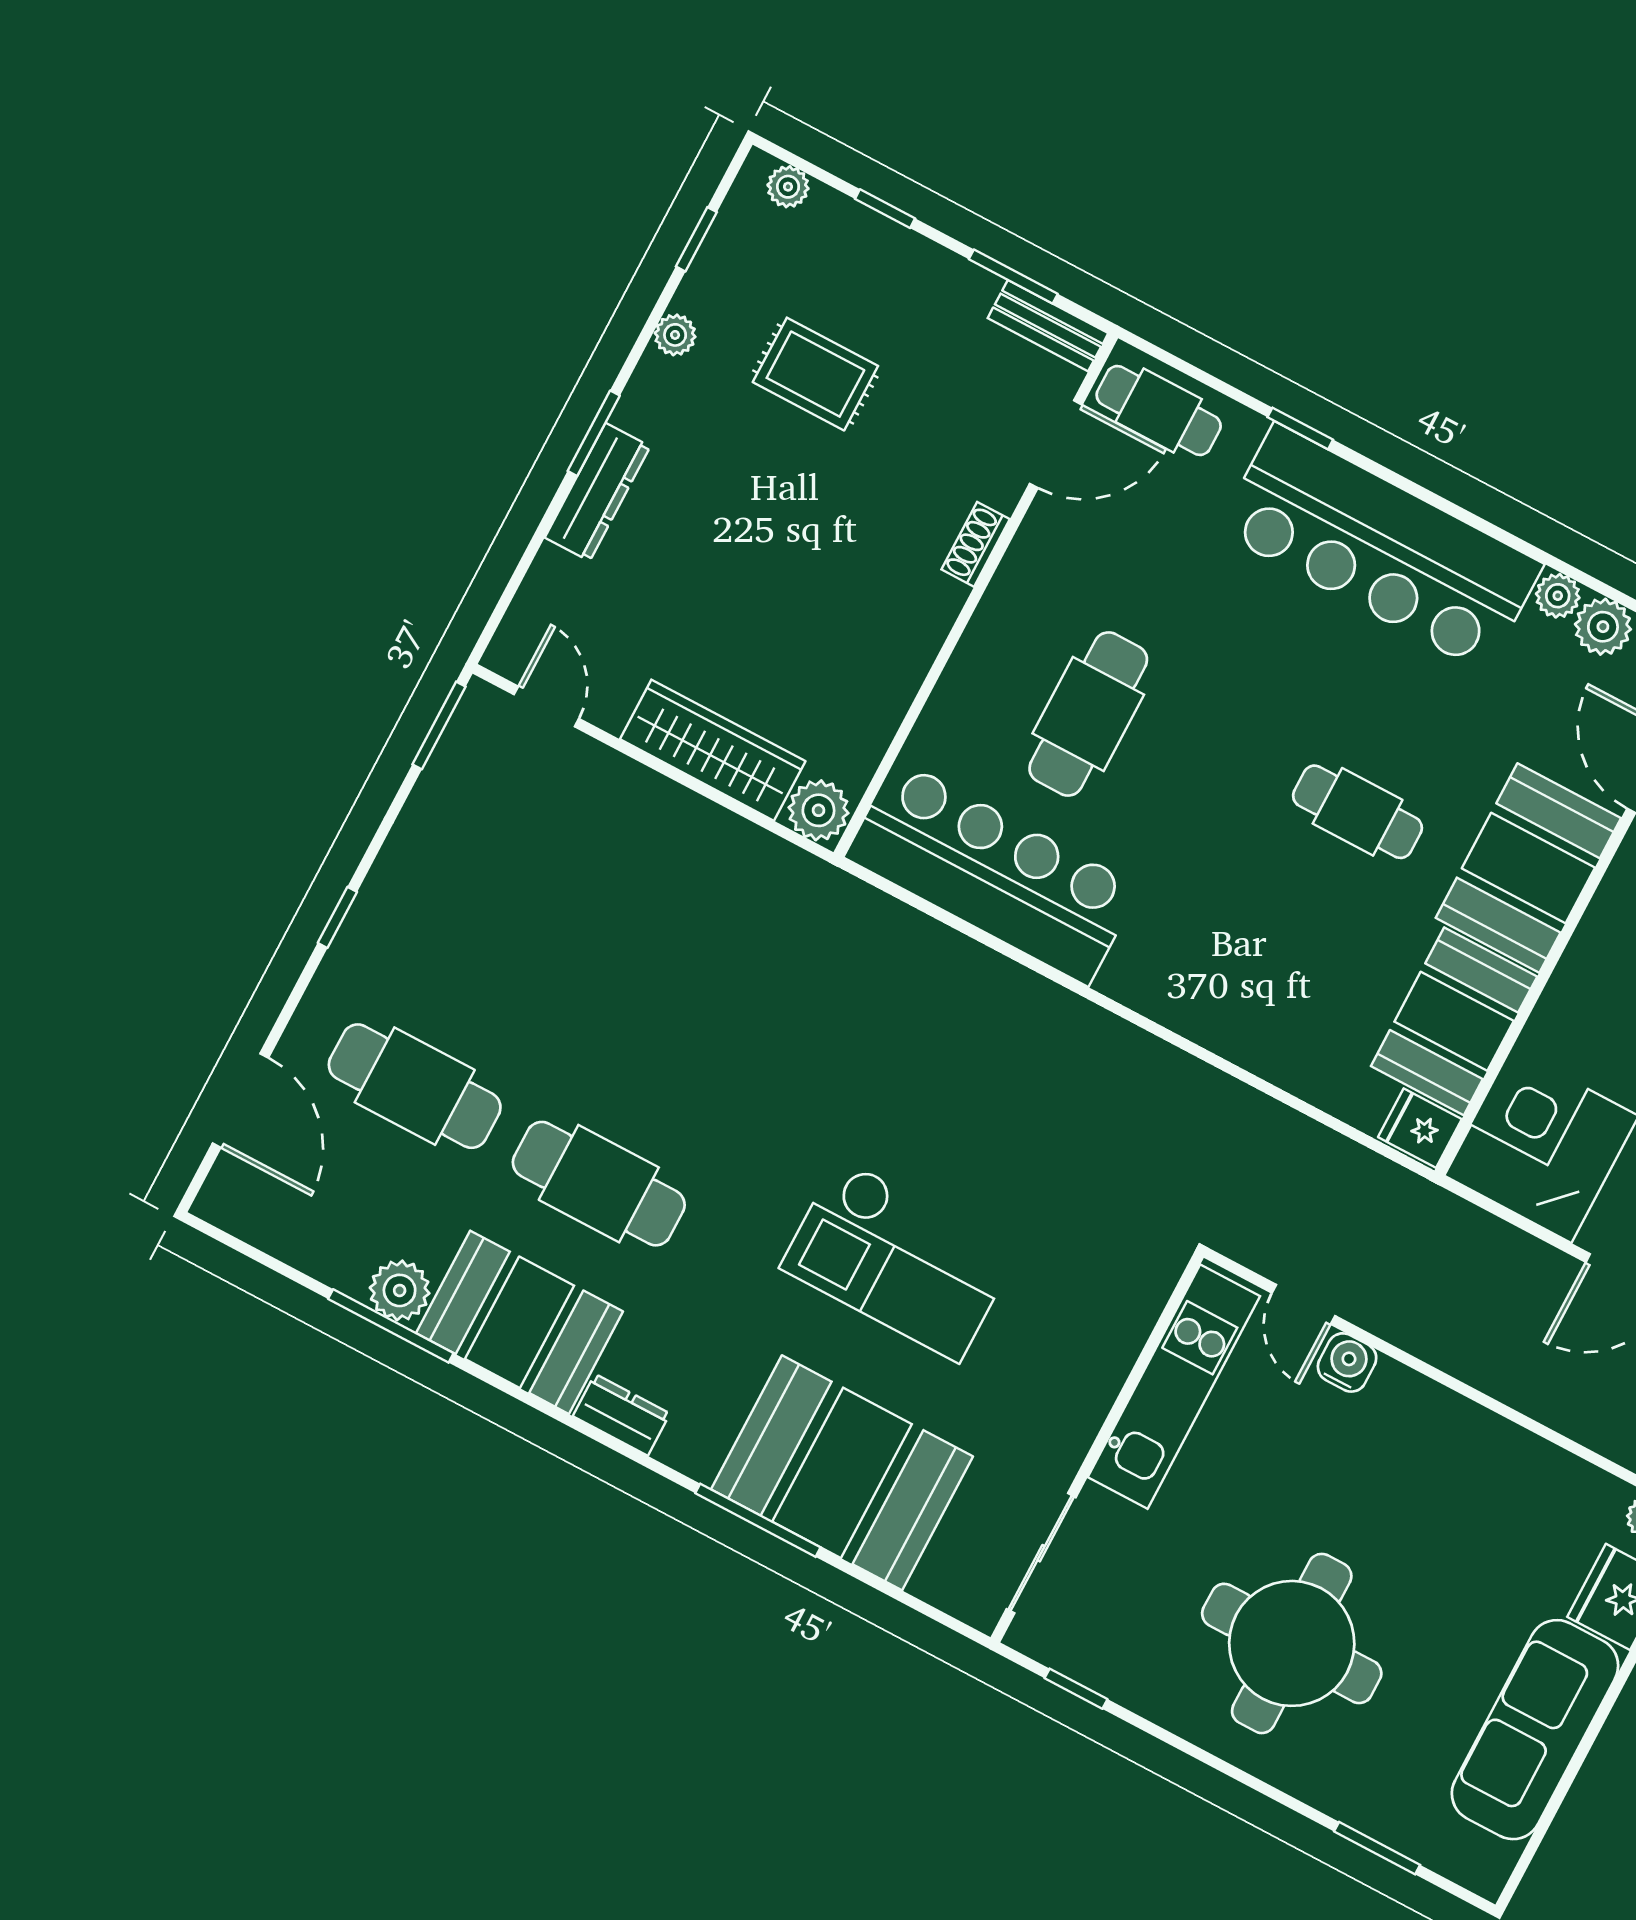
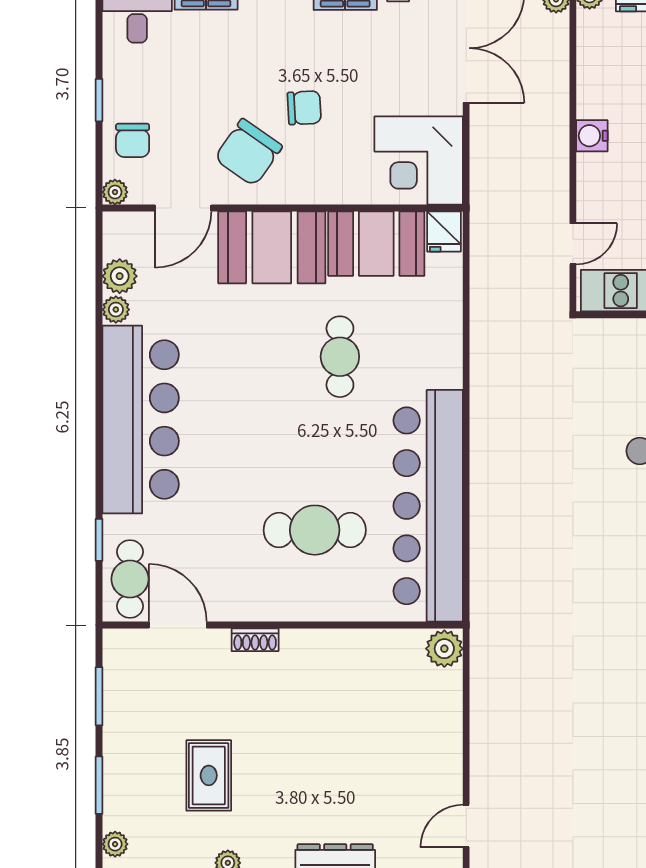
window: (885, 209) -> (99, 785), width x1.50
bench: (1048, 326) -> (116, 663), removed
window: (1300, 428) -> (99, 540), moved
wardrobe: (713, 750) -> (442, 723), removed
cafe table: (1358, 812) -> (340, 357), moved
bar counter: (992, 872) -> (428, 506), width x1.36
water cooler: (1347, 1362) -> (592, 136), moved

